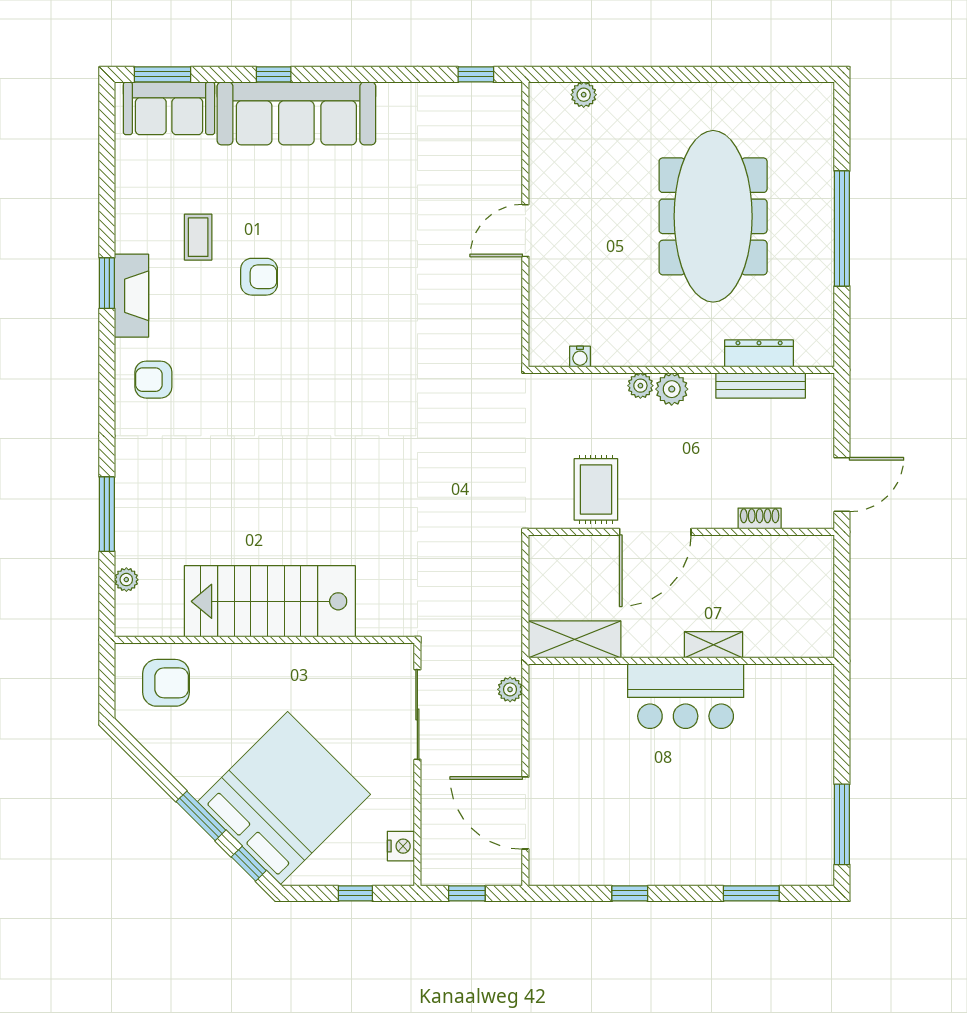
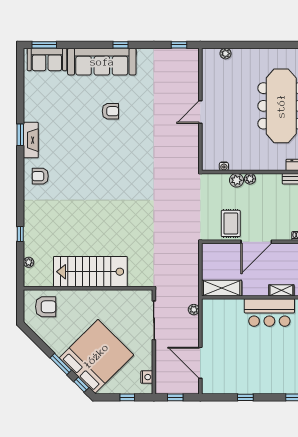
window: (274, 74) -> (120, 45), moved
coffee table: (198, 237) -> (60, 115), removed
armchair: (259, 277) -> (110, 111), moved
plant: (672, 389) -> (236, 180), moved
window: (107, 514) -> (20, 234), width x0.46

